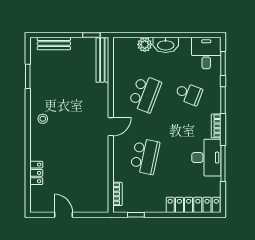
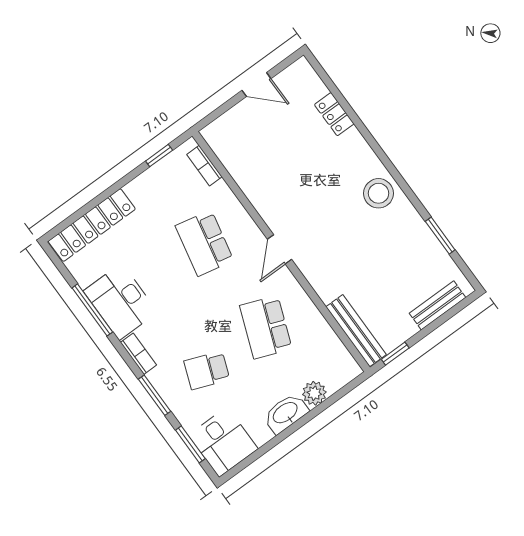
stool: (43, 119) -> (379, 193), width x1.89, depth x1.89

